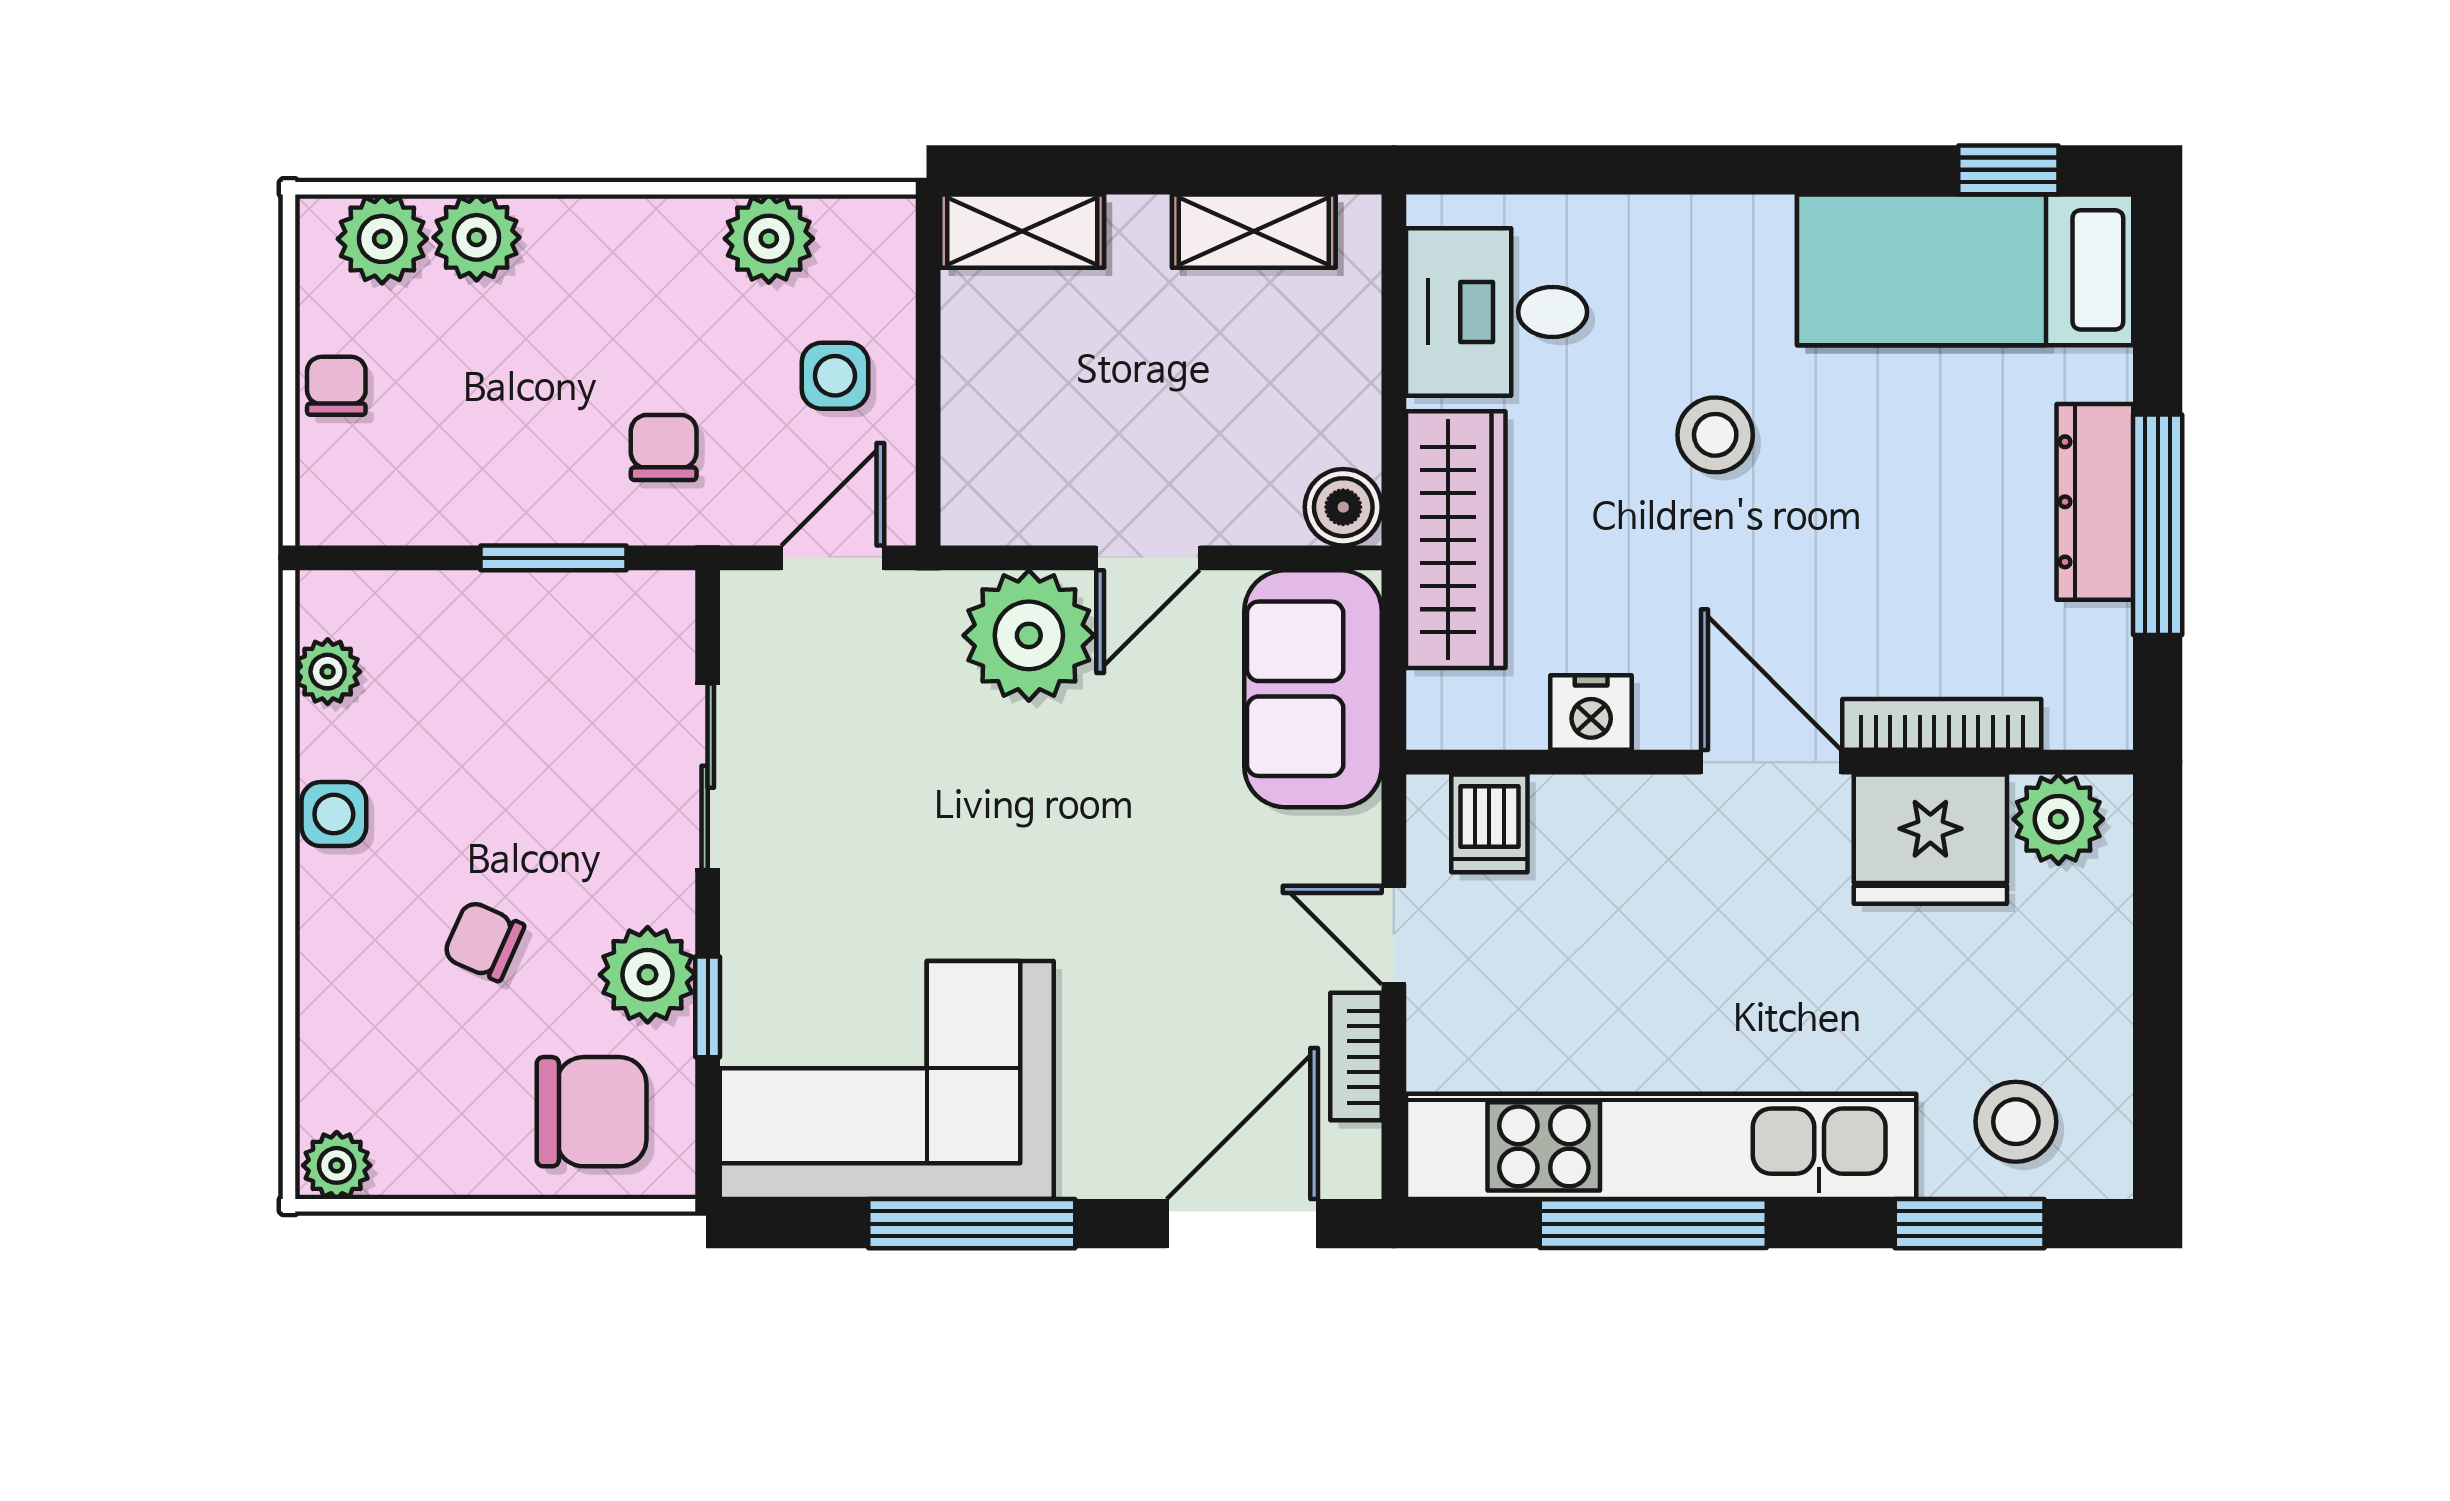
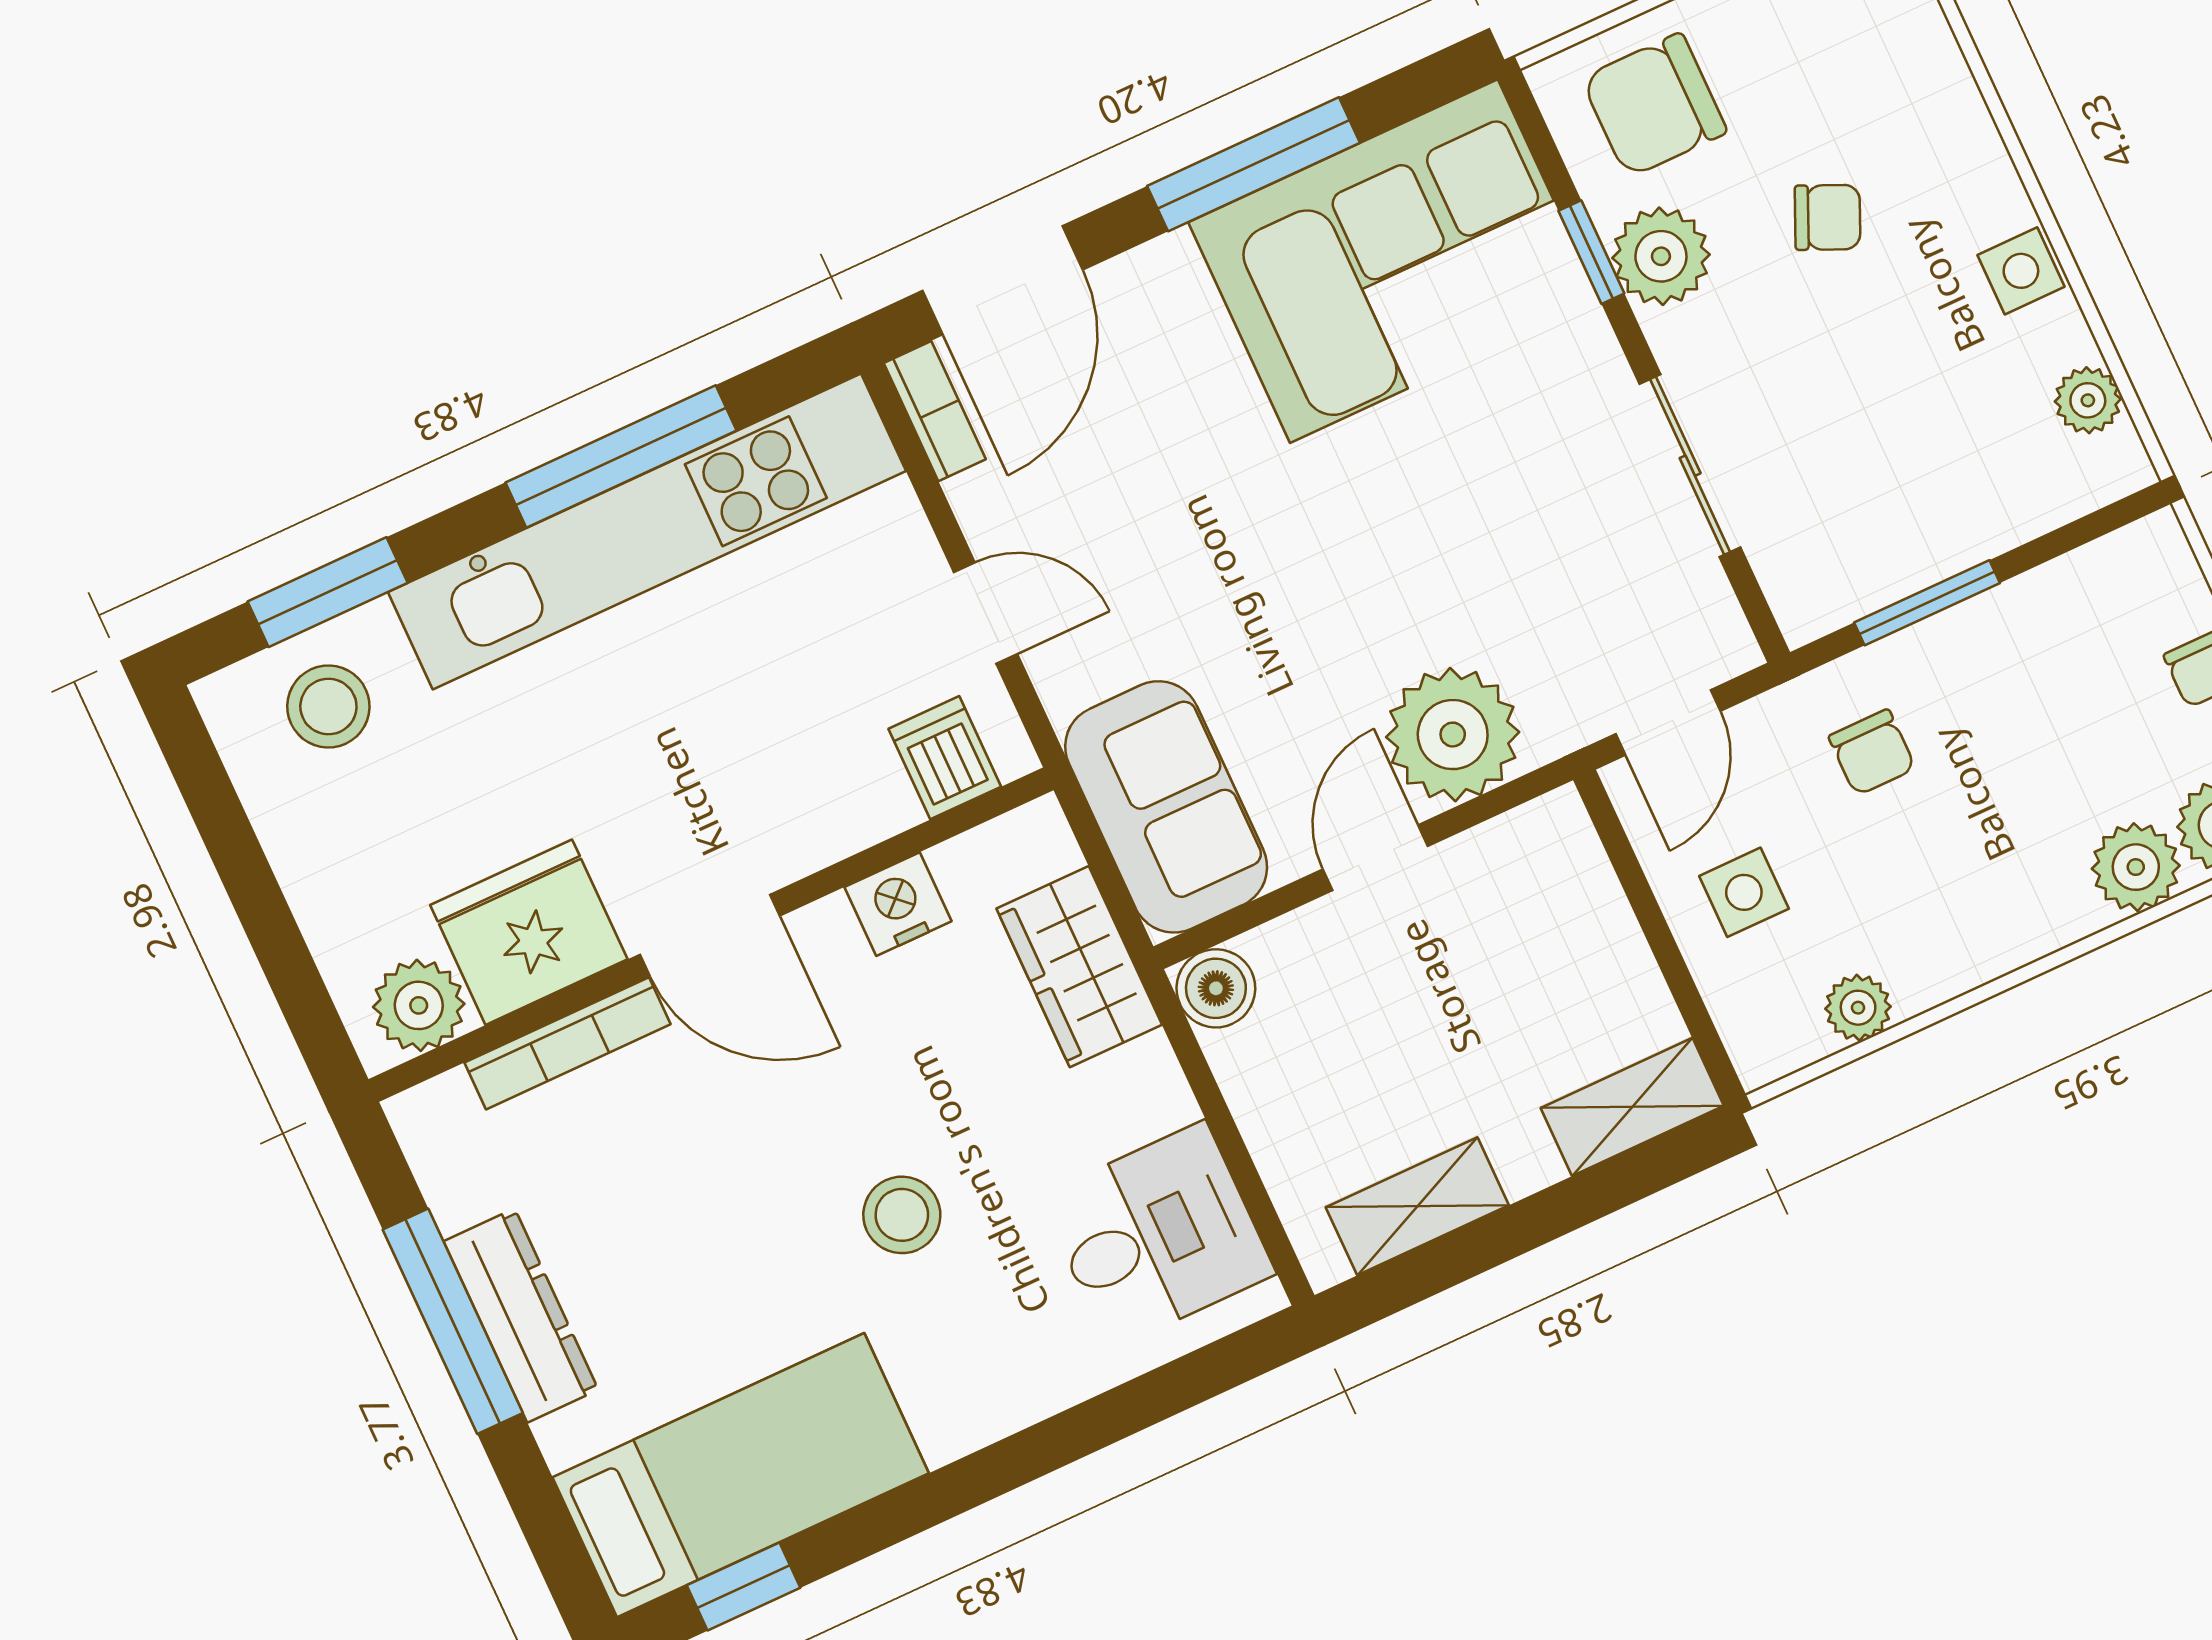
plant: (769, 239) -> (1858, 1008), width x0.73, depth x0.73
wardrobe: (1456, 540) -> (1079, 967), width x0.67
bookcase: (1356, 1057) -> (935, 411), moved

